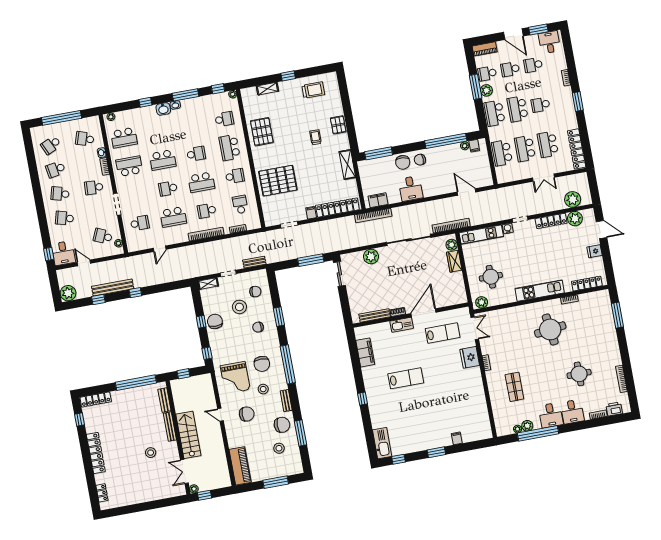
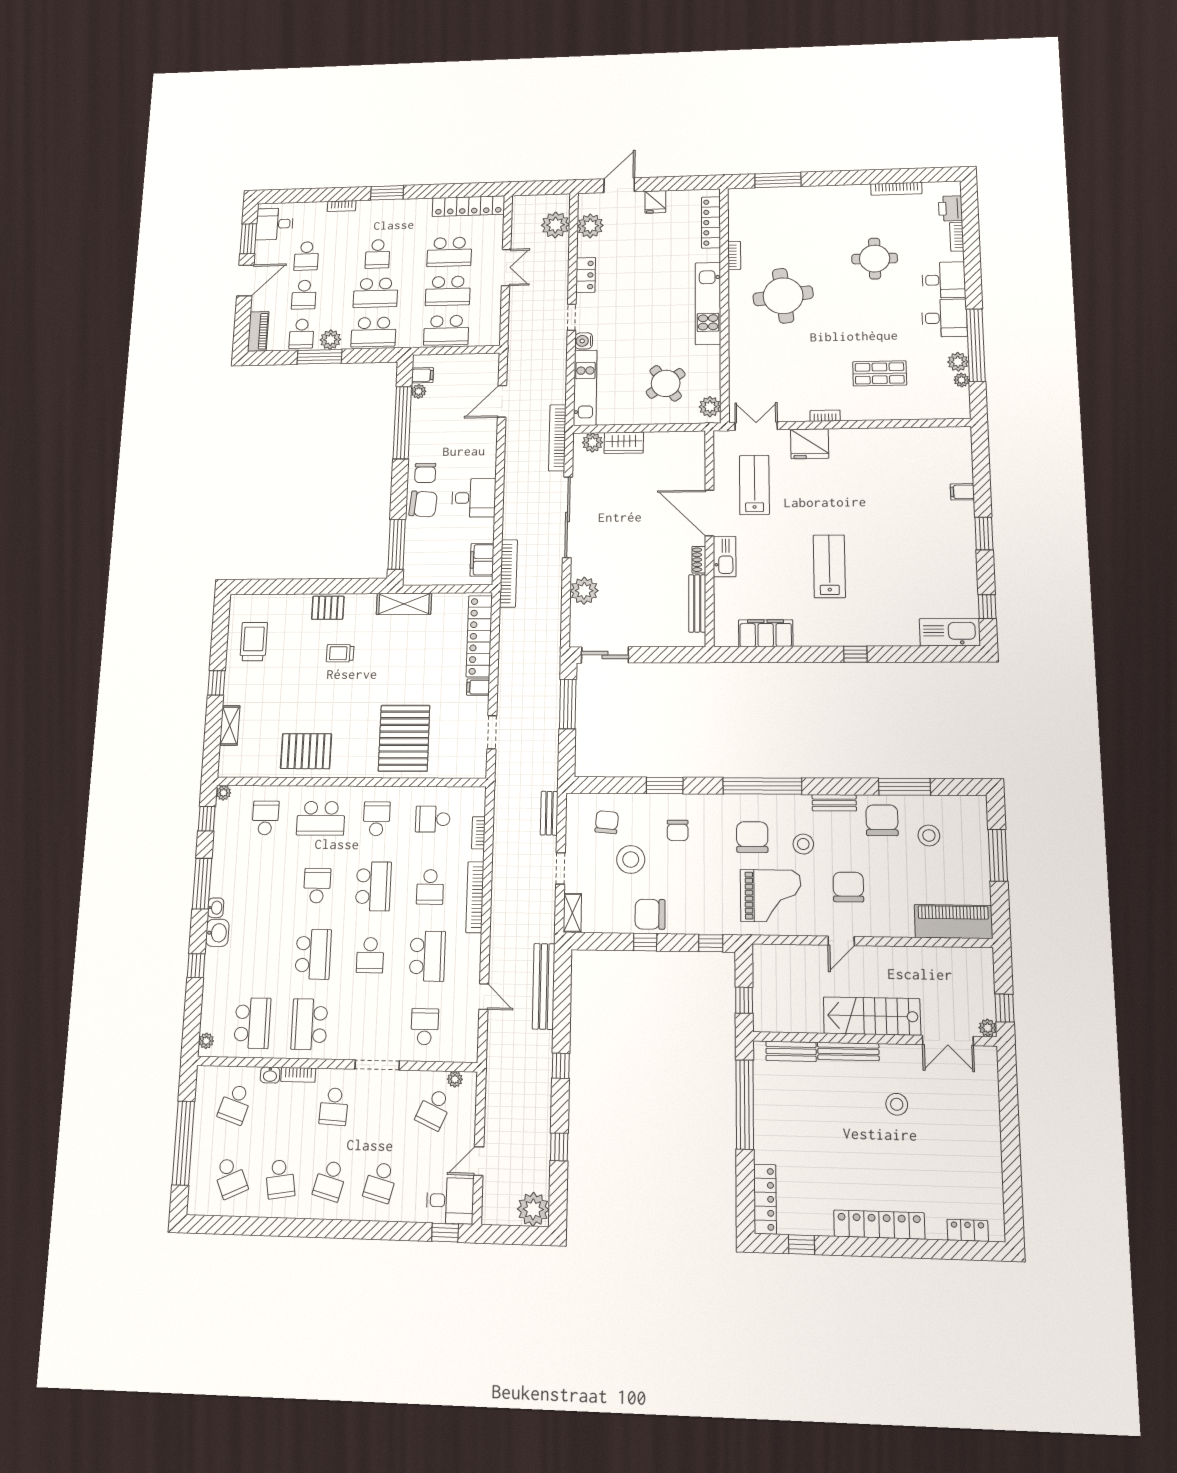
locker: (551, 221) -> (586, 275), width x0.66
round table: (491, 277) -> (666, 383), turned -36
bench: (113, 288) -> (544, 986), moved
chair: (262, 364) -> (752, 837), turned -91

